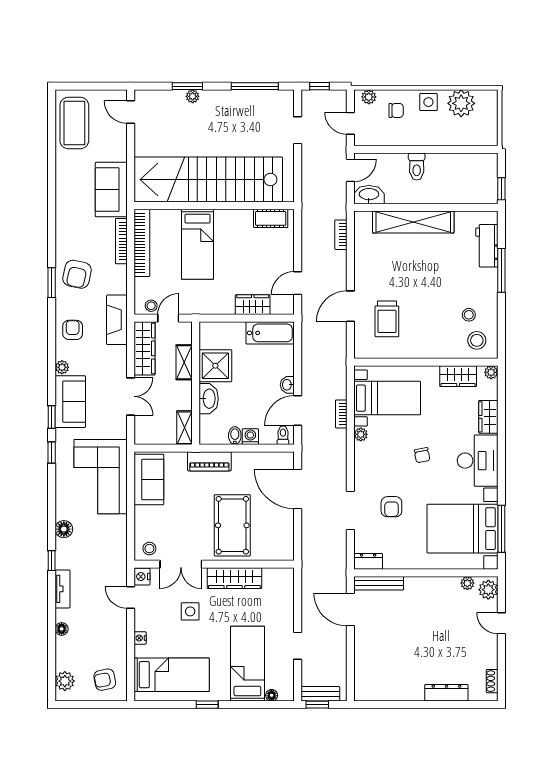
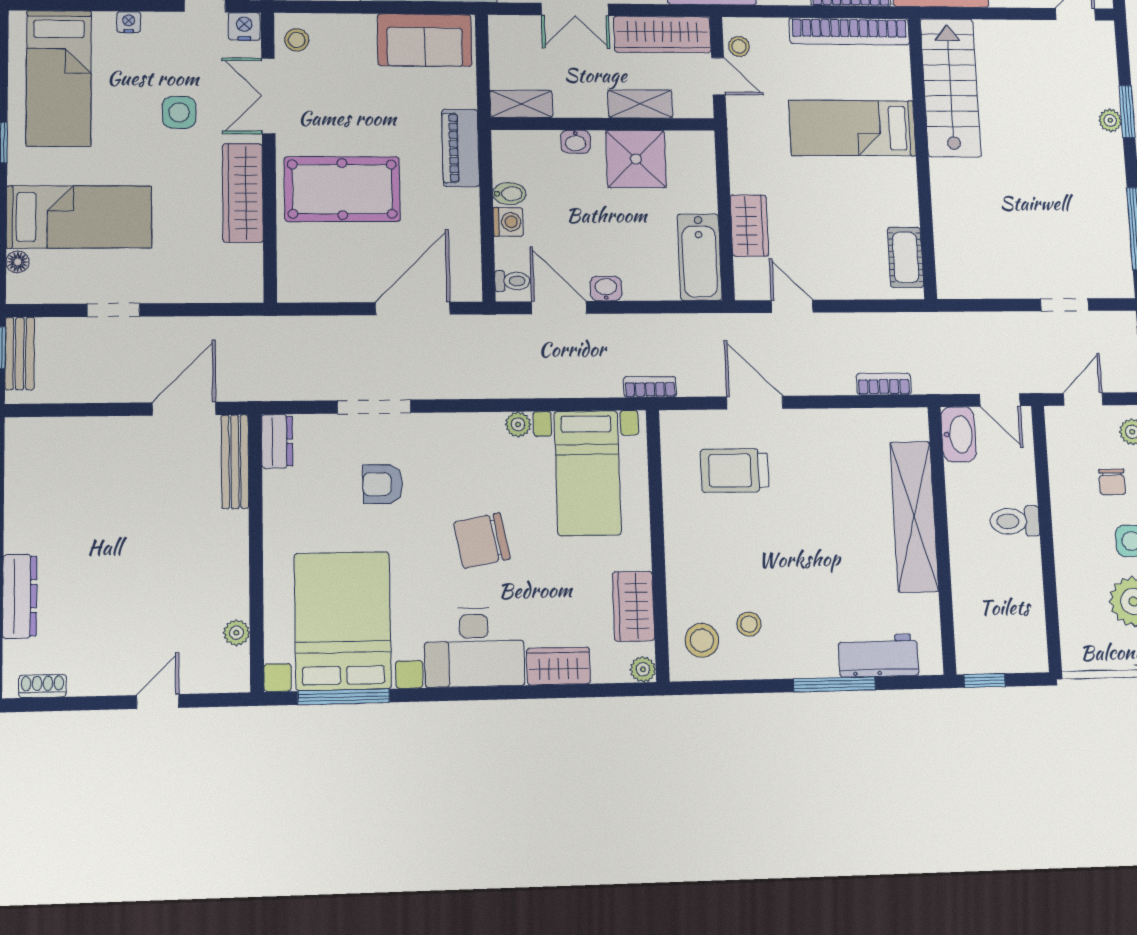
stairs: (208, 180) -> (951, 88), width x0.54, depth x0.66
washbasin: (209, 399) -> (576, 142), width x0.52, depth x0.69
bookcase: (341, 414) -> (650, 387), moved
chair: (422, 455) -> (482, 541), width x1.87, depth x1.87
plant: (488, 590) -> (224, 674), removed

